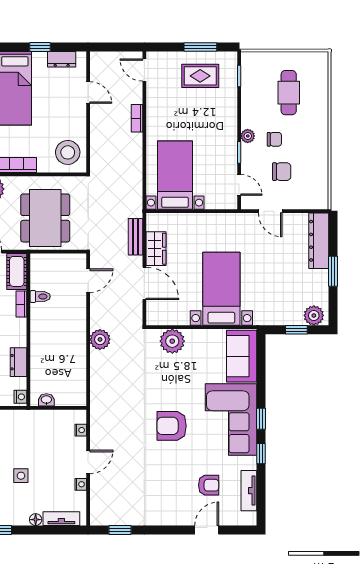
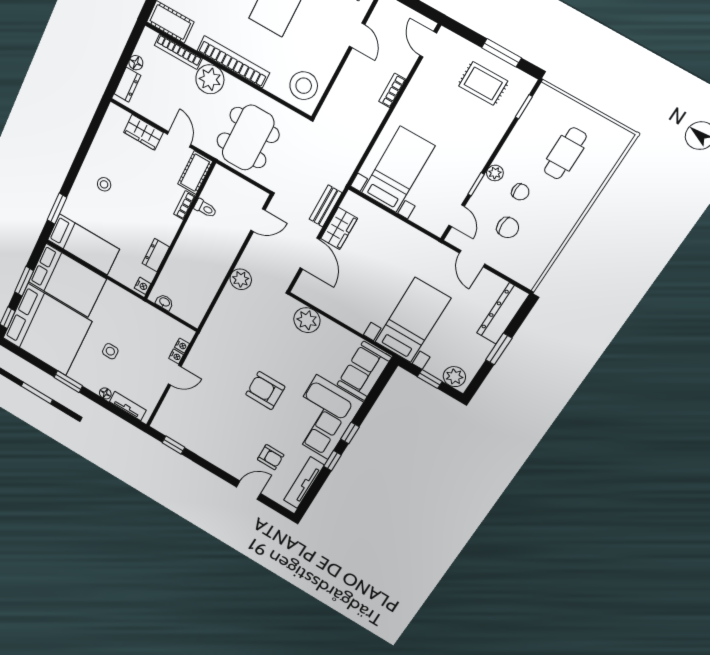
bed with nightstands: (221, 289) -> (413, 320), moved
nightstand: (81, 484) -> (176, 356), moved
tv unit: (249, 491) -> (304, 483), width x1.41

